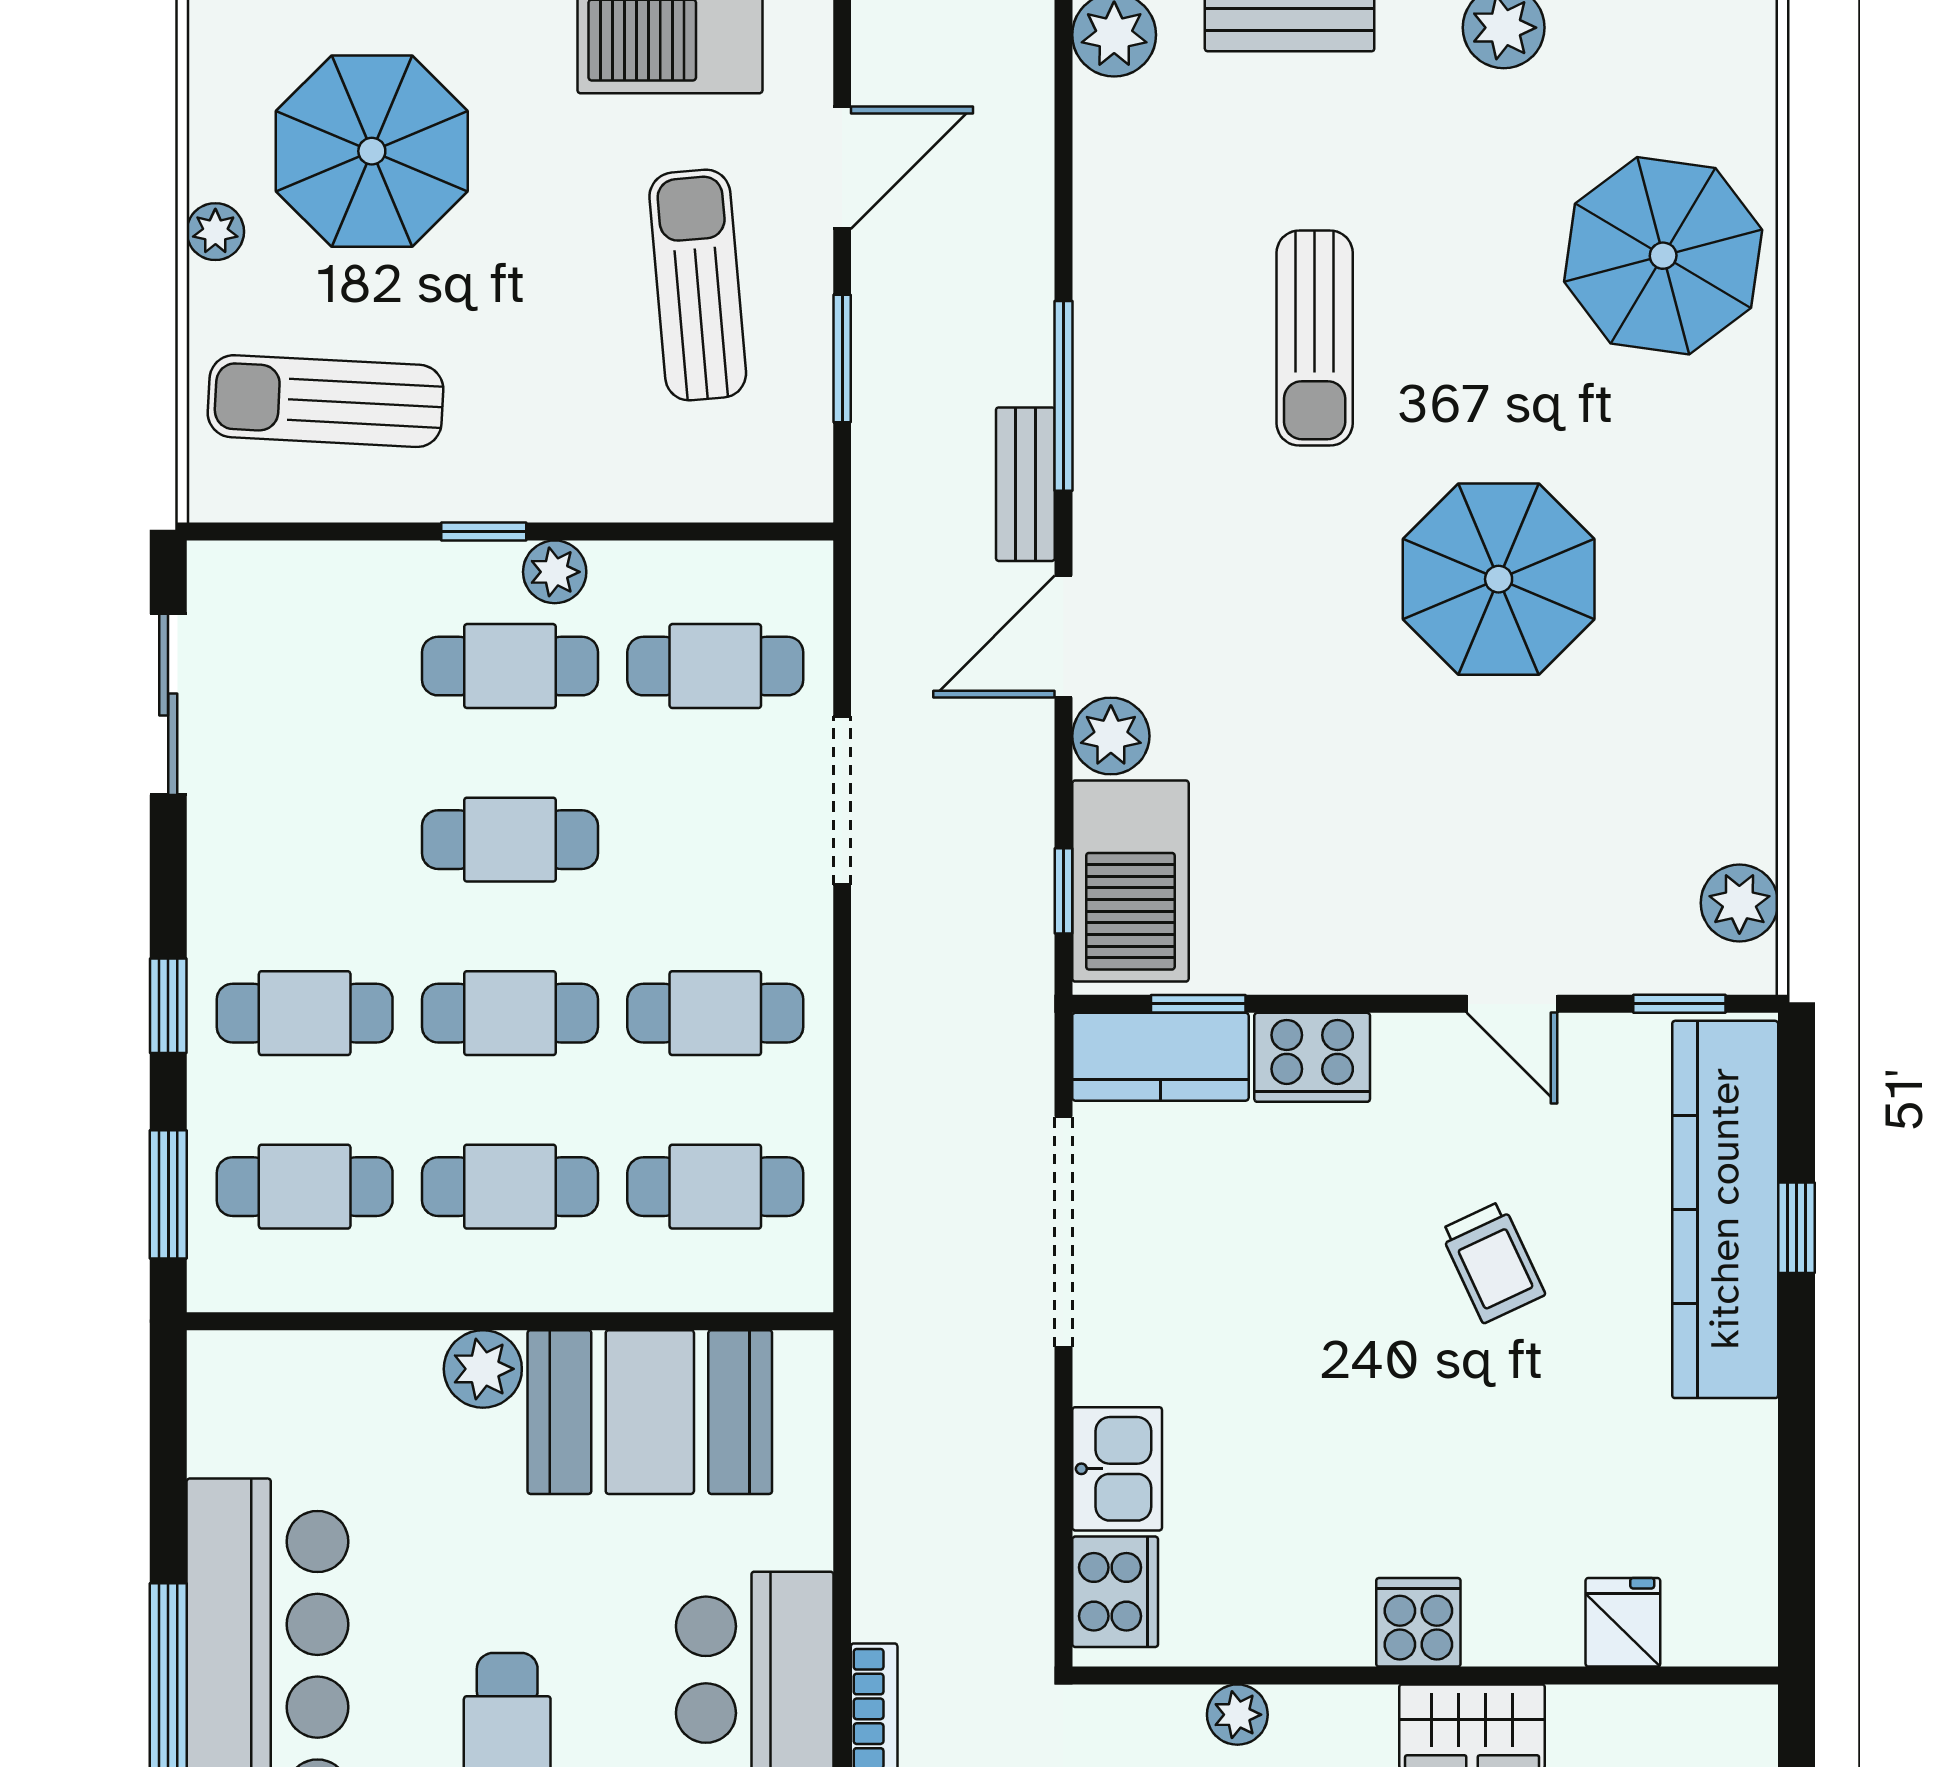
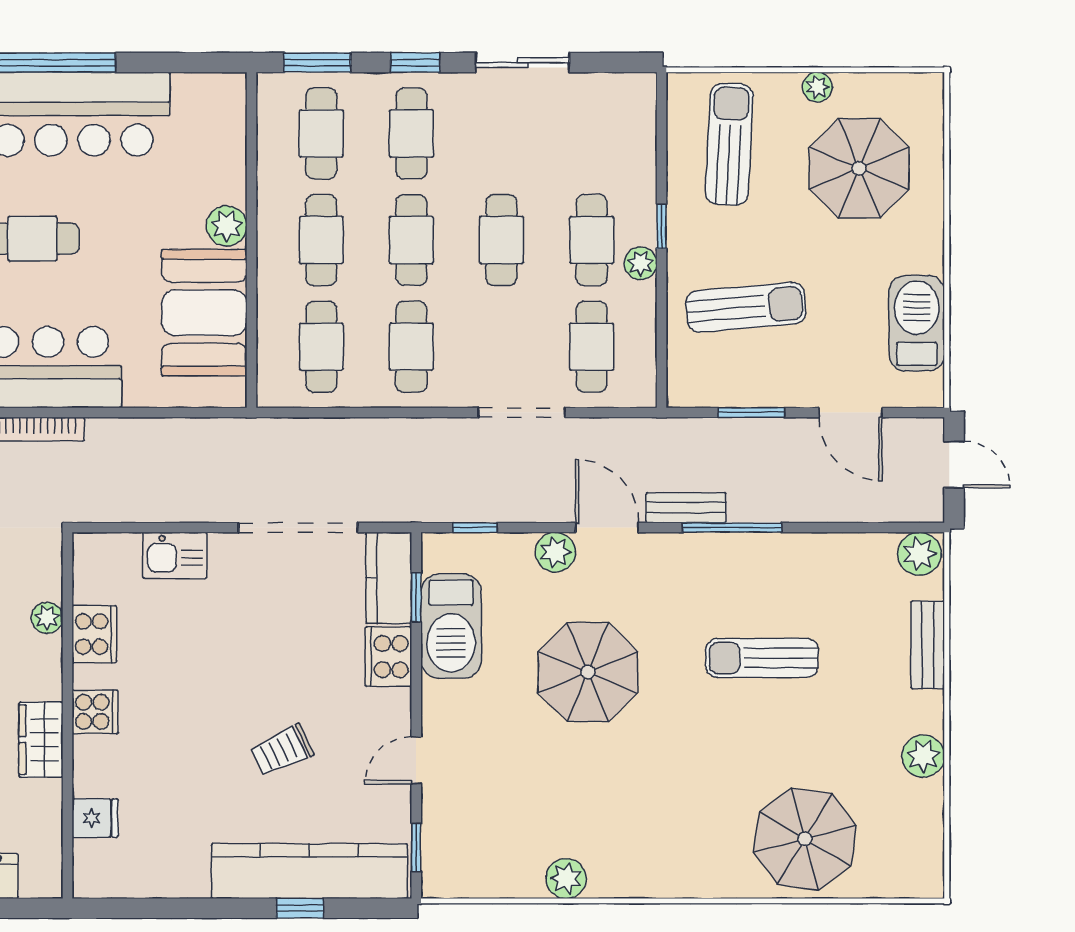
sun lounger: (698, 285) -> (746, 307), moved
parasol: (1499, 579) -> (588, 672), moved
sliding door: (168, 704) -> (523, 63), moved
barbecue: (1130, 881) -> (451, 626), moved, turned -90
plant: (1739, 903) -> (566, 879), moved
cooker: (1115, 1592) -> (94, 634), moved, turned -90

